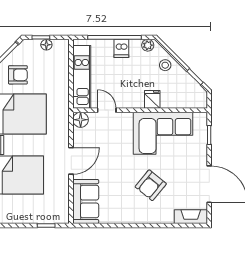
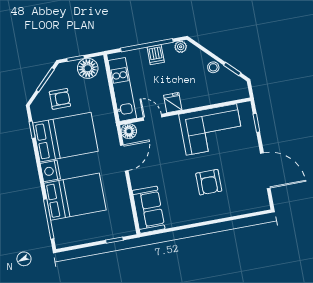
floor lamp: (46, 45) -> (88, 68), width x1.89, depth x1.89
stool: (165, 65) -> (213, 67), moved
fridge: (152, 99) -> (173, 103), moved
door: (71, 161) -> (124, 158), moved
armchair: (151, 185) -> (209, 182), turned -39
fireplace: (191, 217) -> (253, 205), removed

